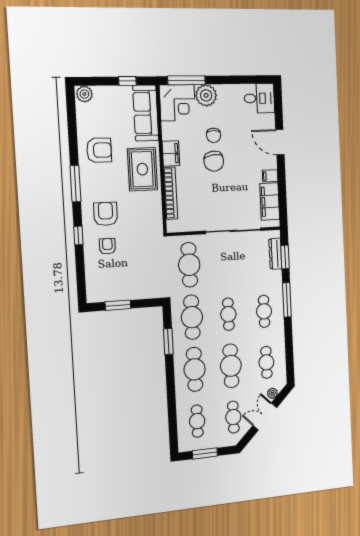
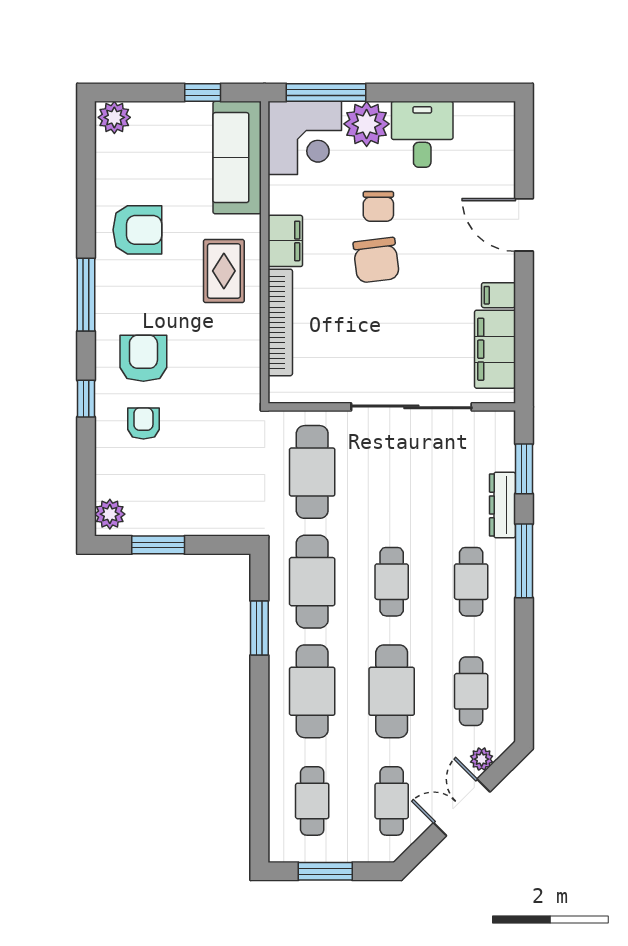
desk: (259, 98) -> (422, 134), moved, turned -90
rug: (142, 169) -> (224, 271), width x0.73, depth x0.70
dresser: (275, 254) -> (502, 505), moved
plant: (93, 292) -> (110, 514), added

